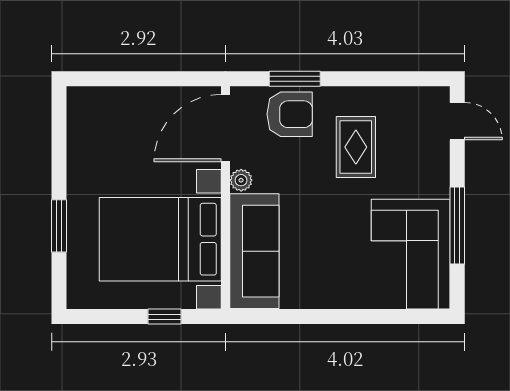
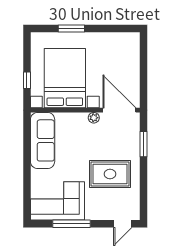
armchair: (290, 114) -> (126, 142), removed
rug: (356, 147) -> (110, 174), width x1.36, depth x1.43
sofa: (254, 251) -> (43, 140), moved, turned -90

